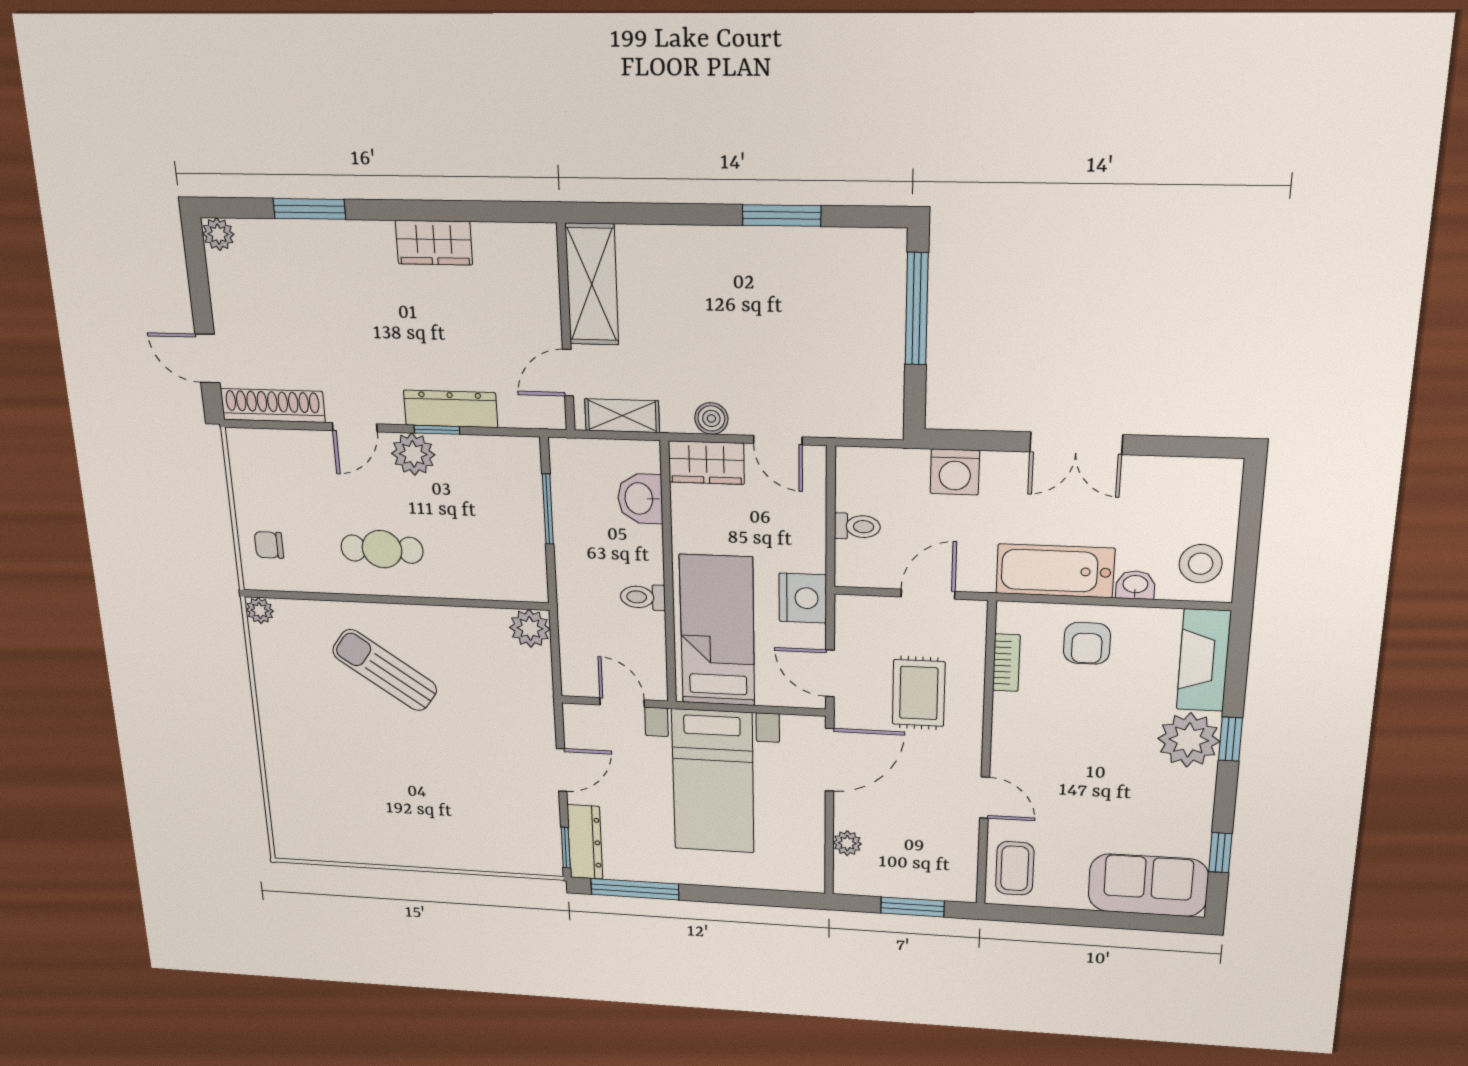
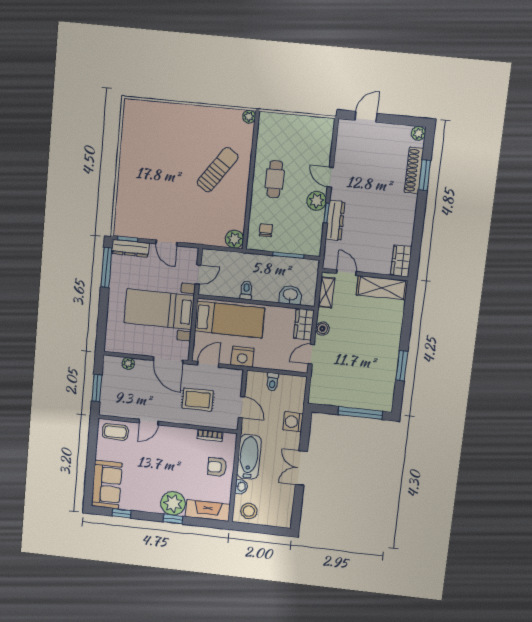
wardrobe: (434, 243) -> (401, 261), moved
shoe rack: (273, 406) -> (414, 170), moved, turned 180
chair: (269, 545) -> (266, 230), moved

